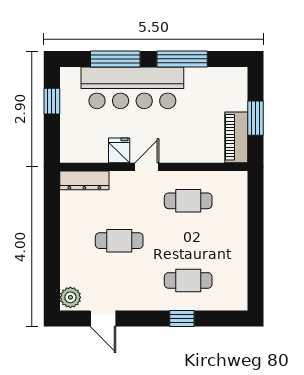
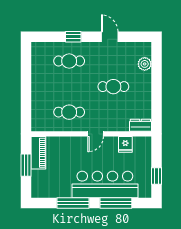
fridge: (119, 150) -> (125, 144), moved
dresser: (84, 180) -> (140, 125), width x0.70
plant: (70, 297) -> (145, 64), moved
door: (103, 318) -> (110, 37), moved

